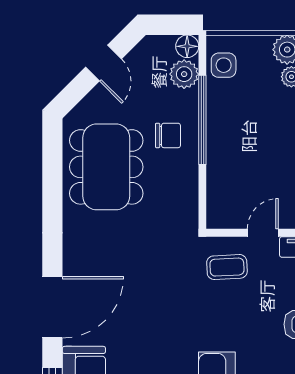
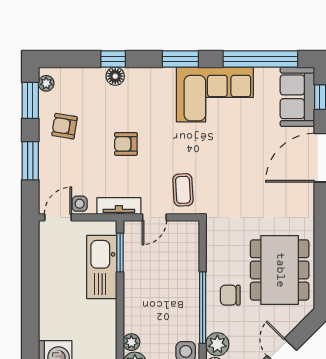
coffee table: (227, 267) -> (183, 190), turned 90

